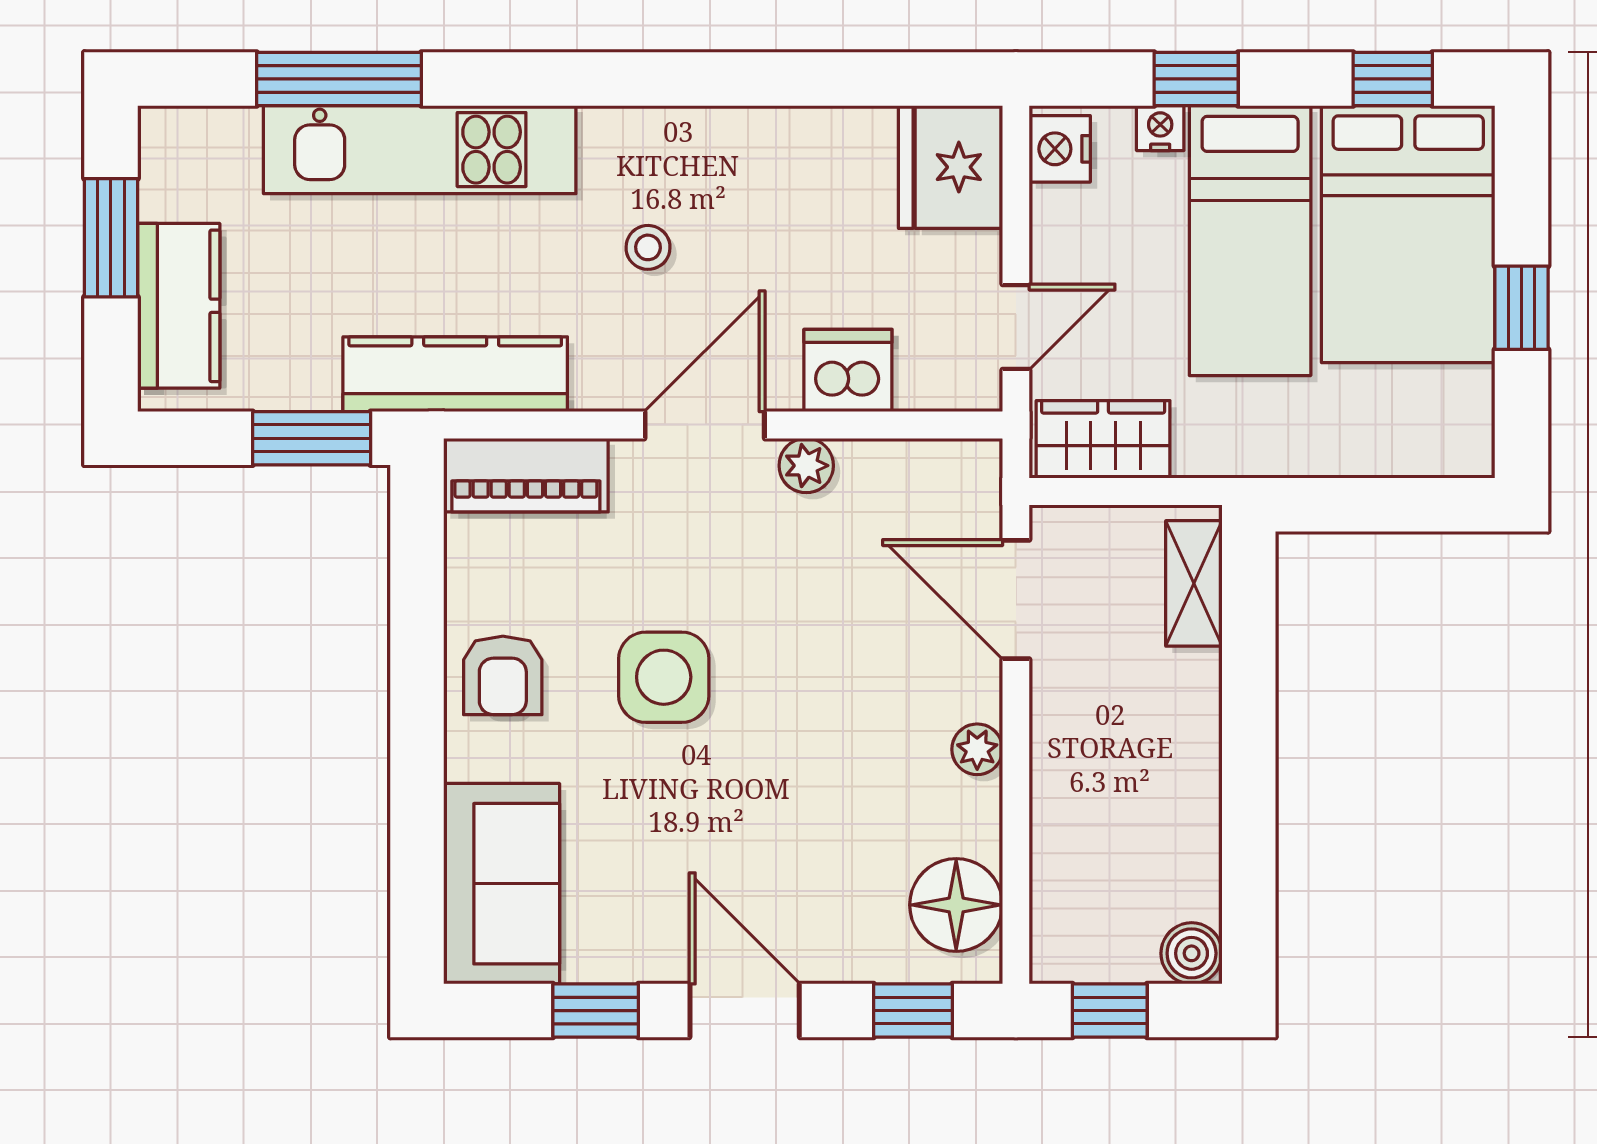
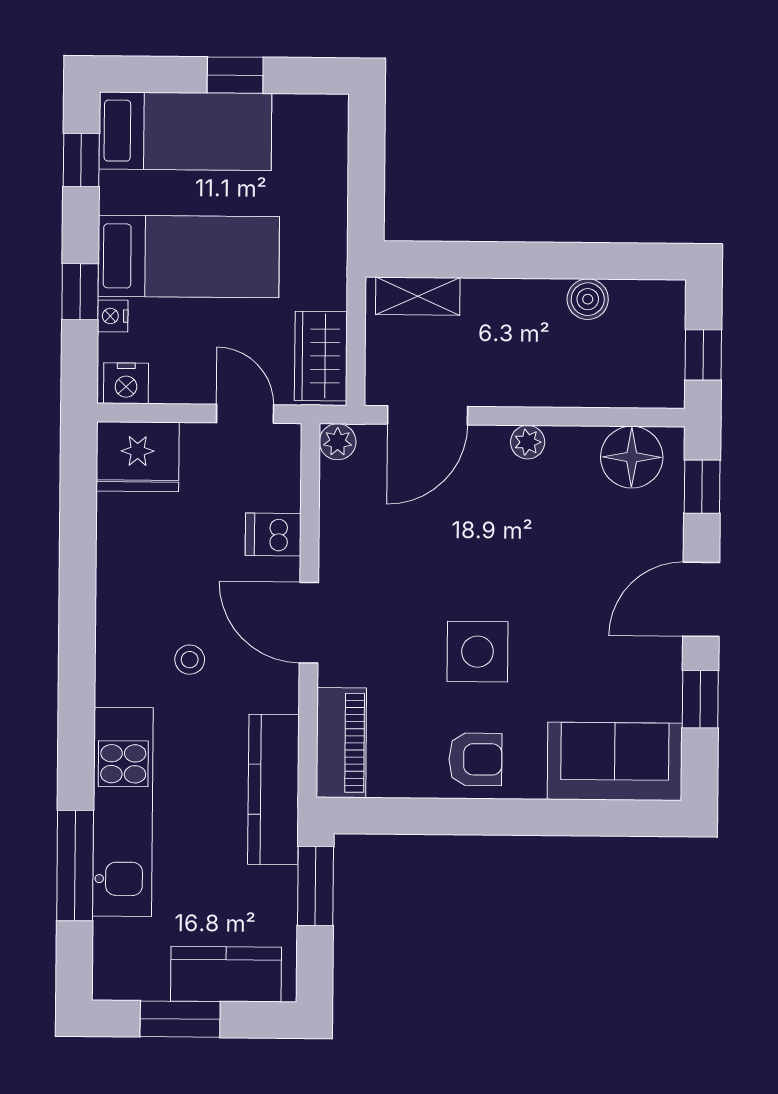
bed: (1408, 234) -> (185, 131), width x0.67
dishwasher: (848, 370) -> (273, 535), width x0.73
plant: (806, 466) -> (338, 442), moved
boiler: (1192, 953) -> (588, 299), moved

